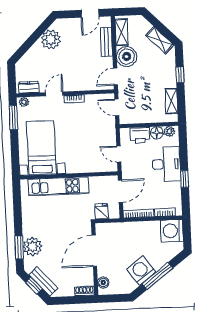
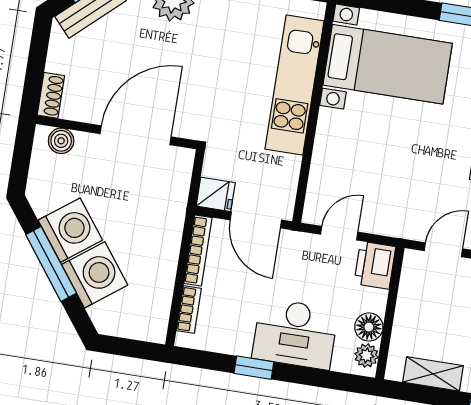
printer: (140, 135) -> (375, 265), moved
fridge: (102, 211) -> (216, 194), moved
washing machine: (172, 231) -> (95, 275), moved, turned 53
door: (94, 251) -> (136, 135), hinge flipped

